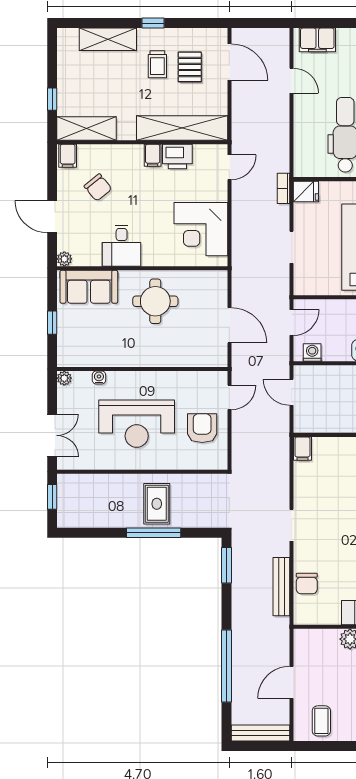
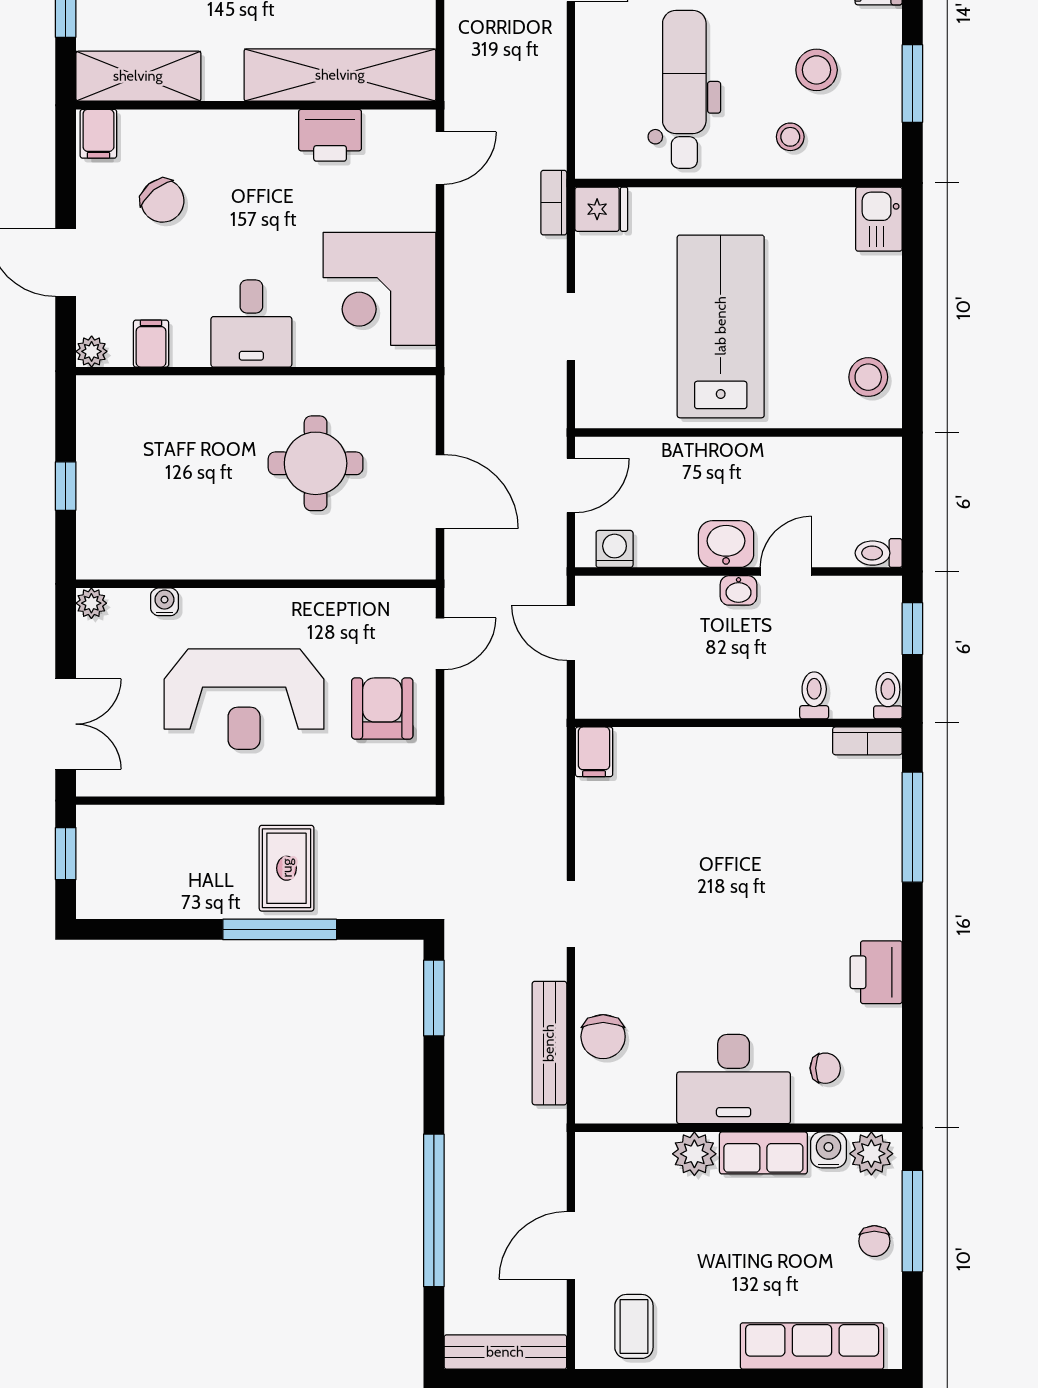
filing cabinet: (153, 155) -> (151, 344), moved, turned 180
desk: (122, 246) -> (251, 323), moved
sofa: (89, 287) -> (143, 410), removed
round table: (155, 301) -> (316, 463), moved

